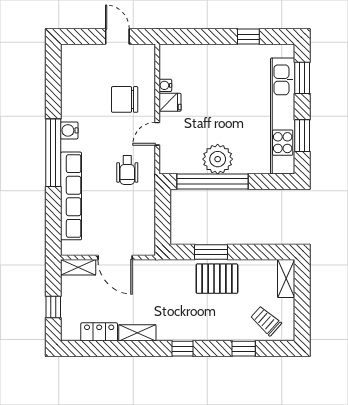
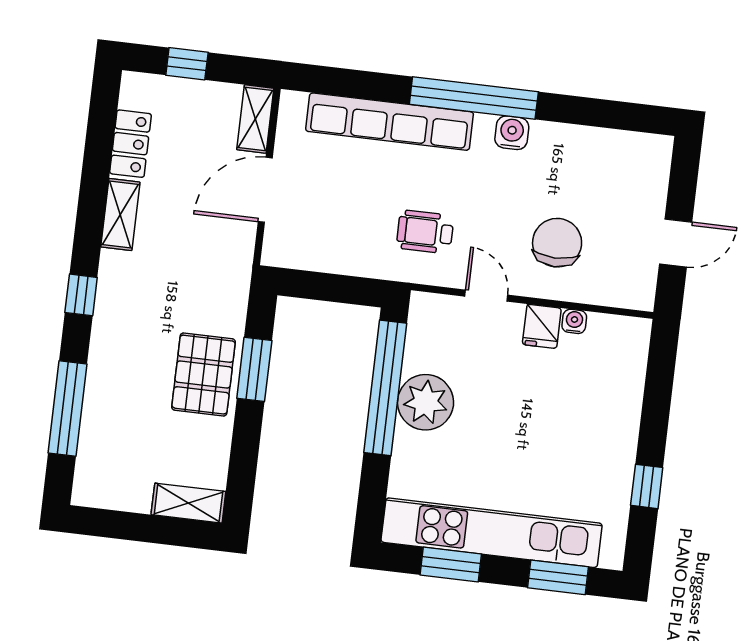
trolley: (266, 321) -> (114, 456), removed
window: (244, 349) -> (68, 408), width x2.17

